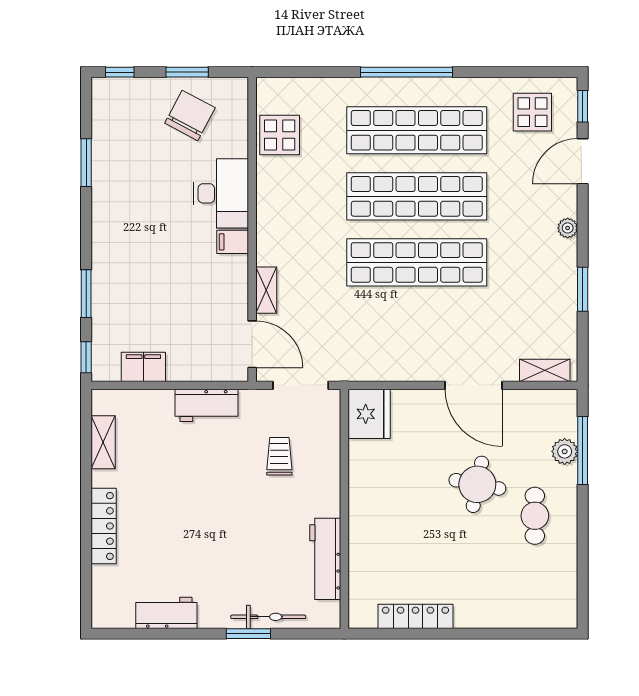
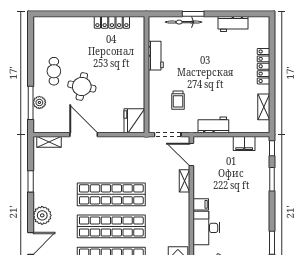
plant: (568, 228) -> (42, 215), width x1.87, depth x1.87
workbench: (325, 559) -> (156, 56), width x0.73

